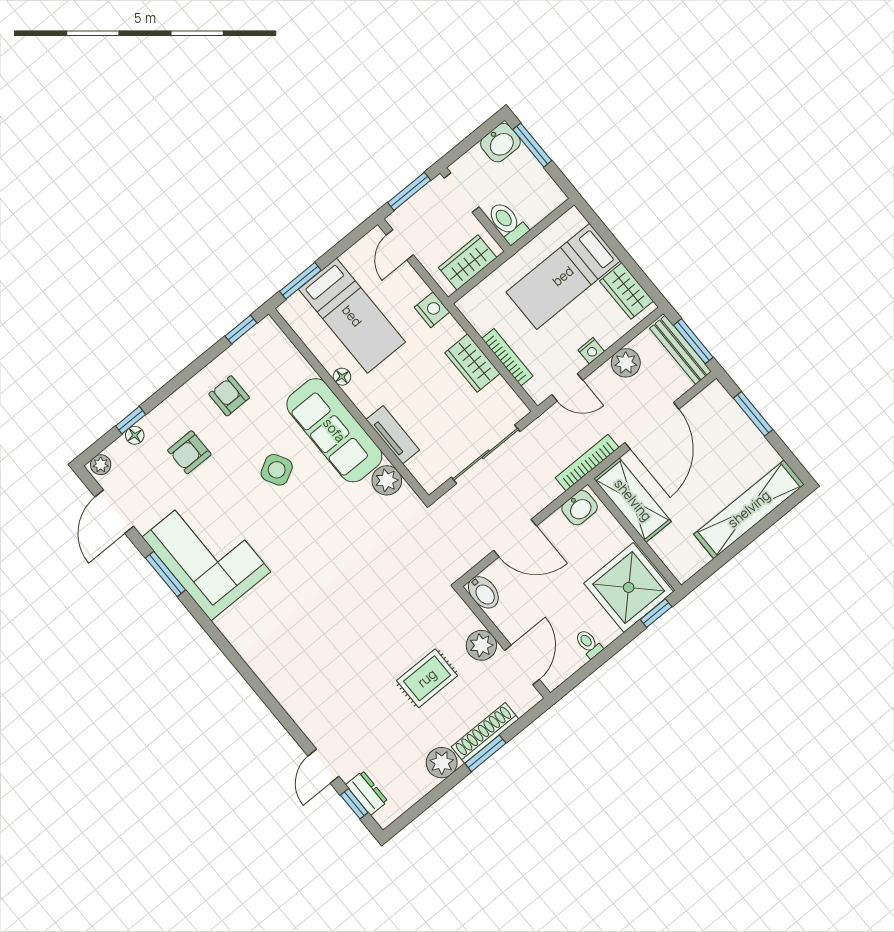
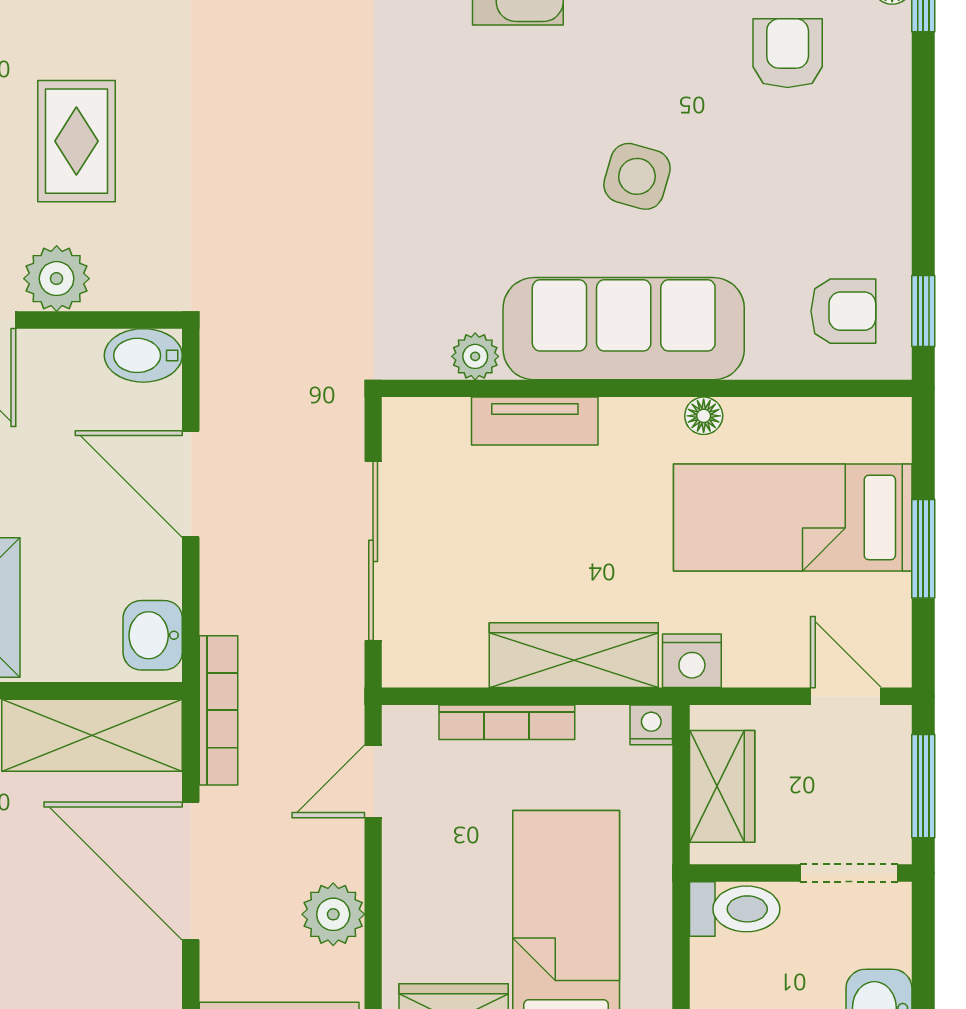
window: (300, 281) -> (923, 549), moved
nightstand: (591, 351) -> (651, 725), moved, turned 90
wardrobe: (472, 363) -> (574, 655), width x1.50
armchair: (229, 396) -> (843, 311), moved
side table: (277, 470) -> (637, 176), turned 45
plant: (387, 480) -> (475, 356), width x0.73, depth x0.73
door: (515, 538) -> (191, 484), hinge flipped

